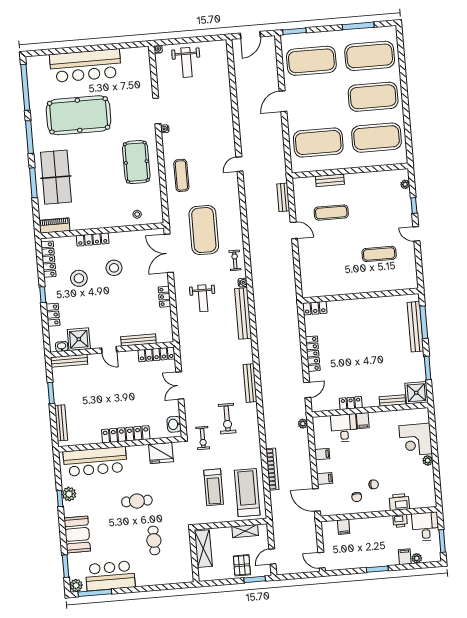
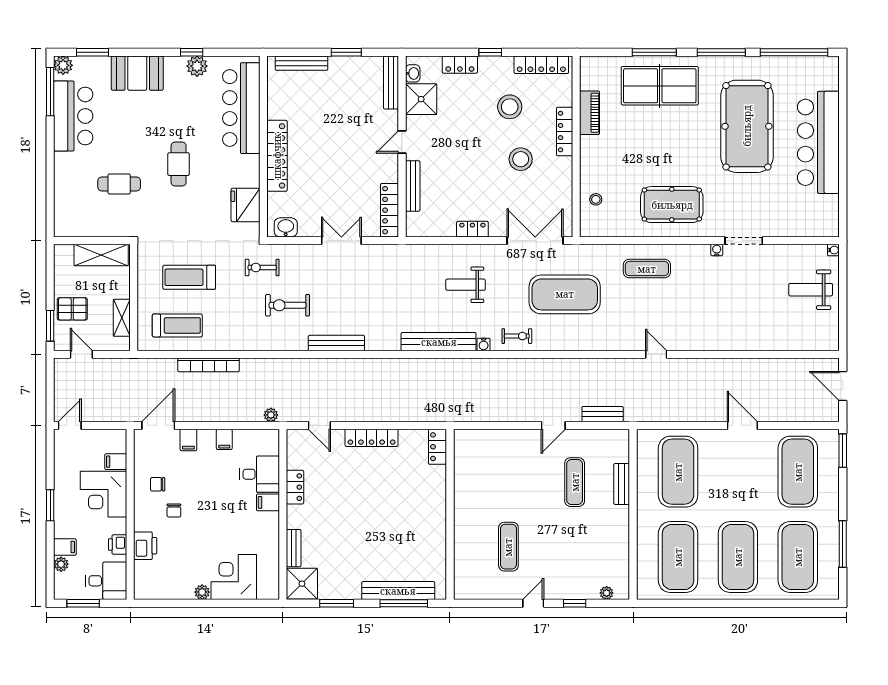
piano: (54, 225) -> (590, 113), moved
treadmill: (247, 493) -> (177, 325), width x0.73, depth x0.73
corner desk: (367, 533) -> (103, 494), added

